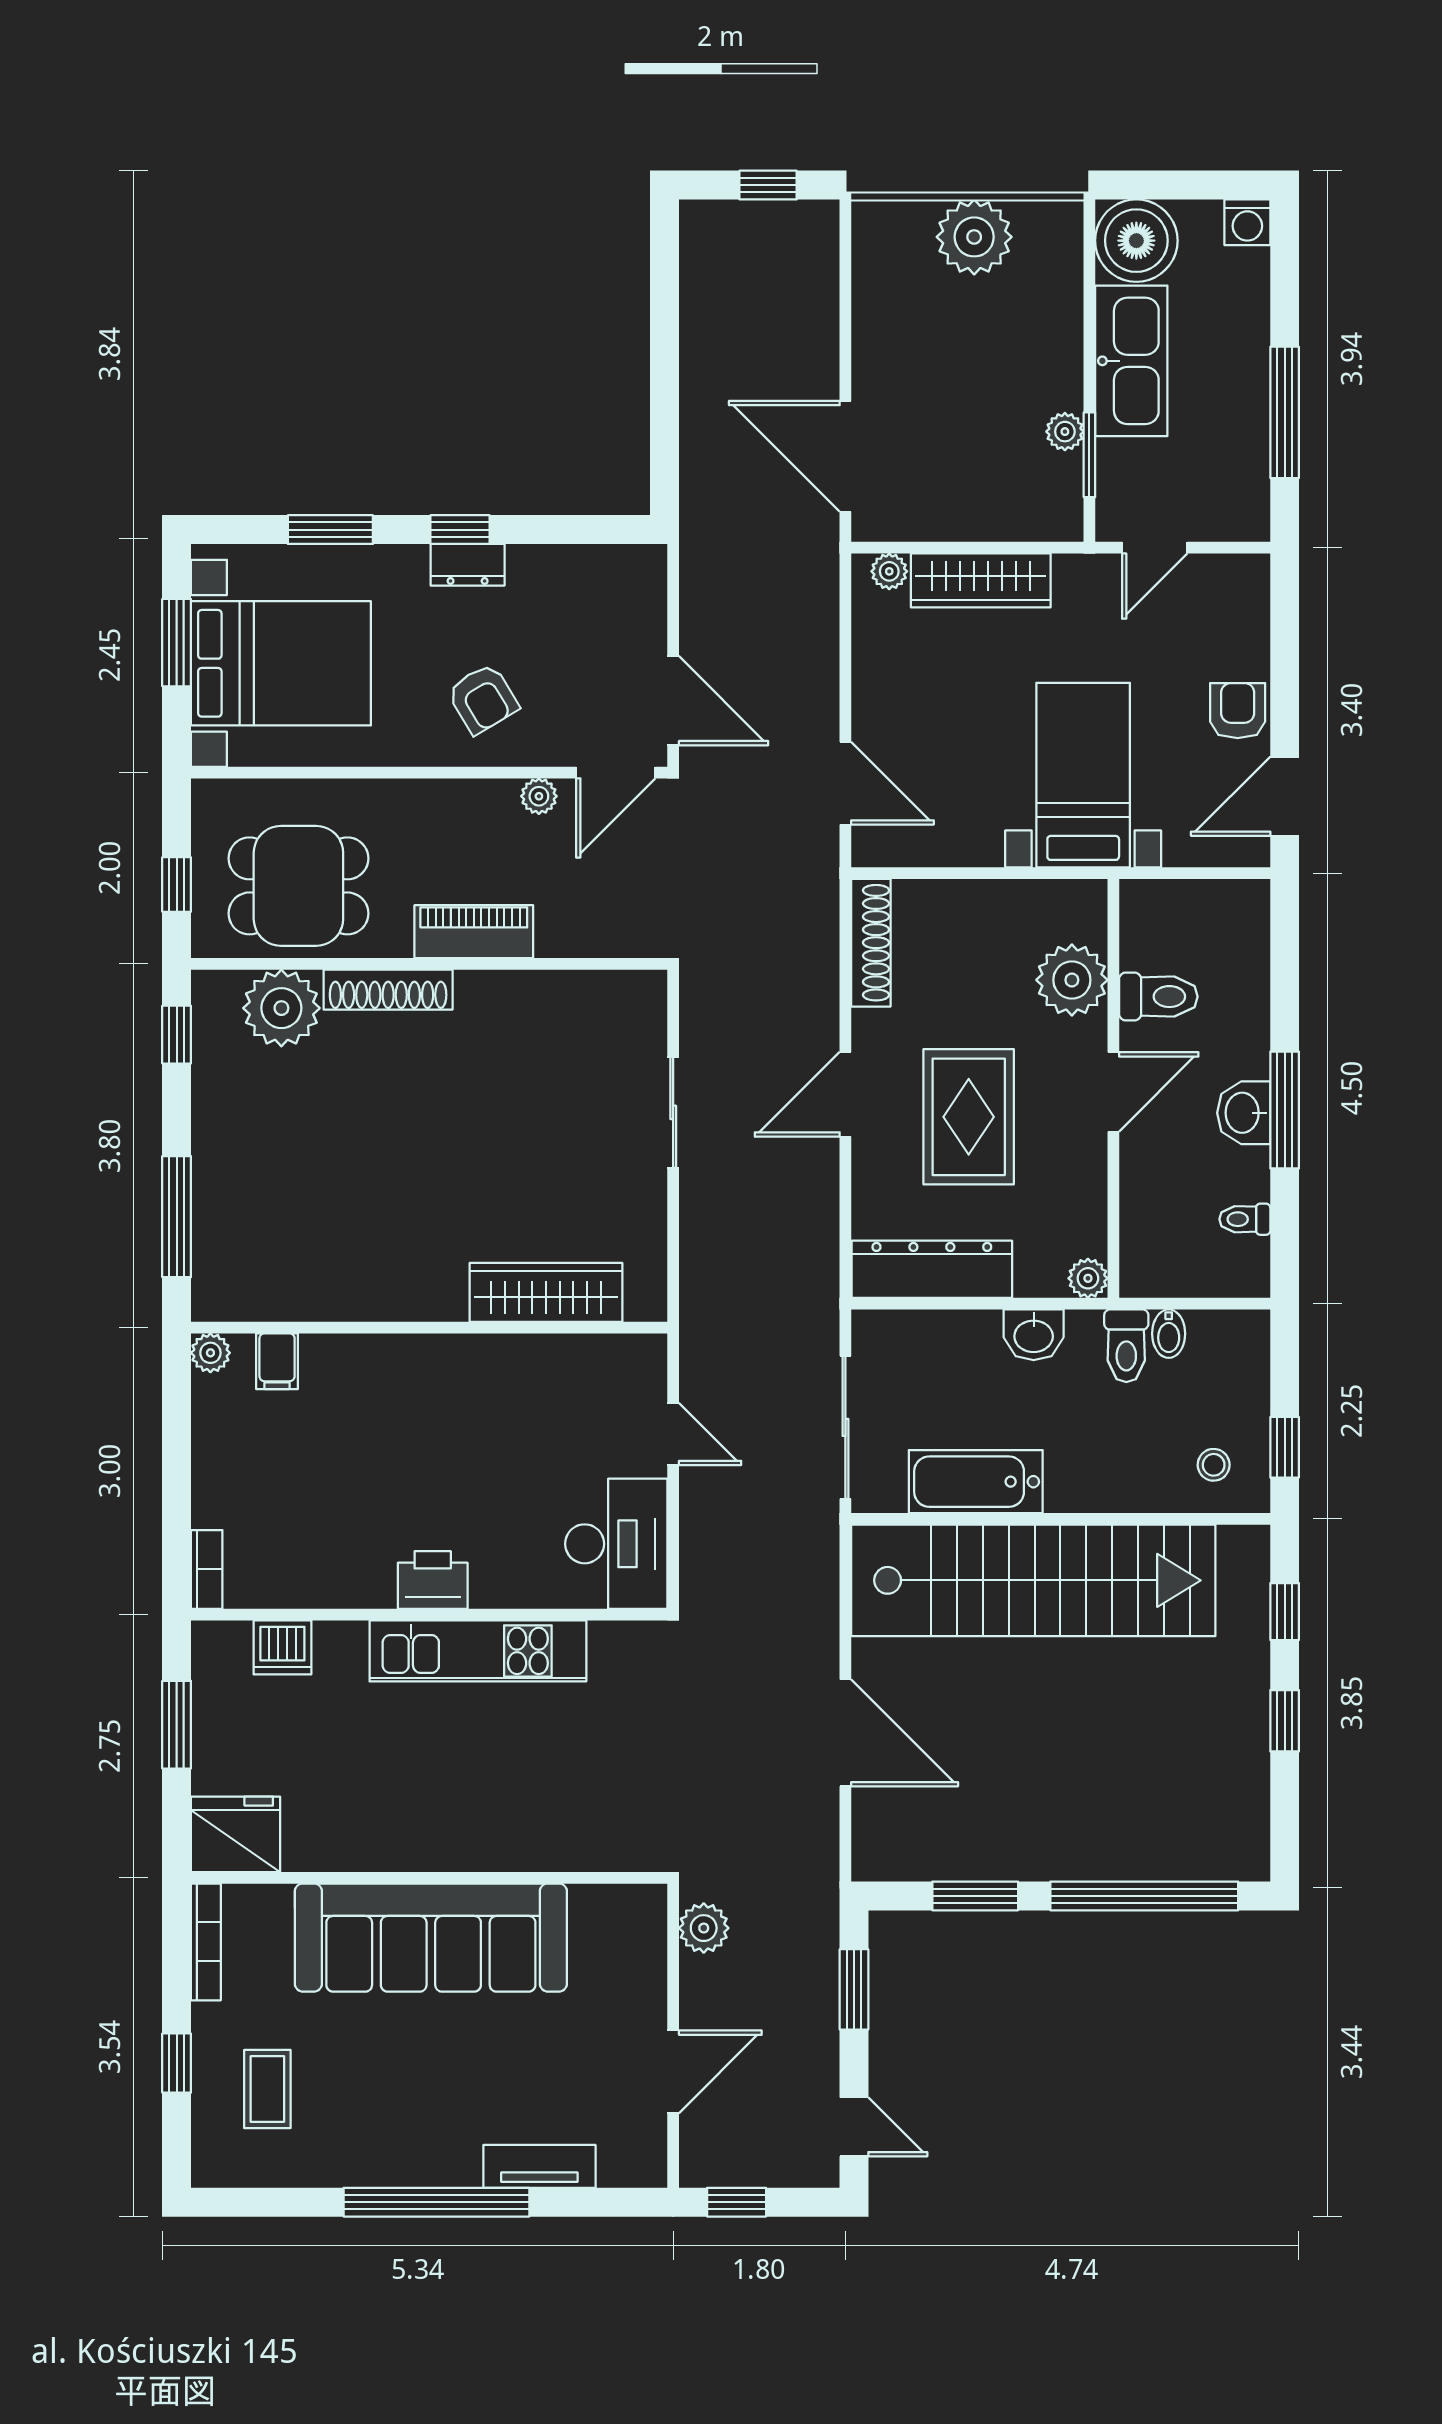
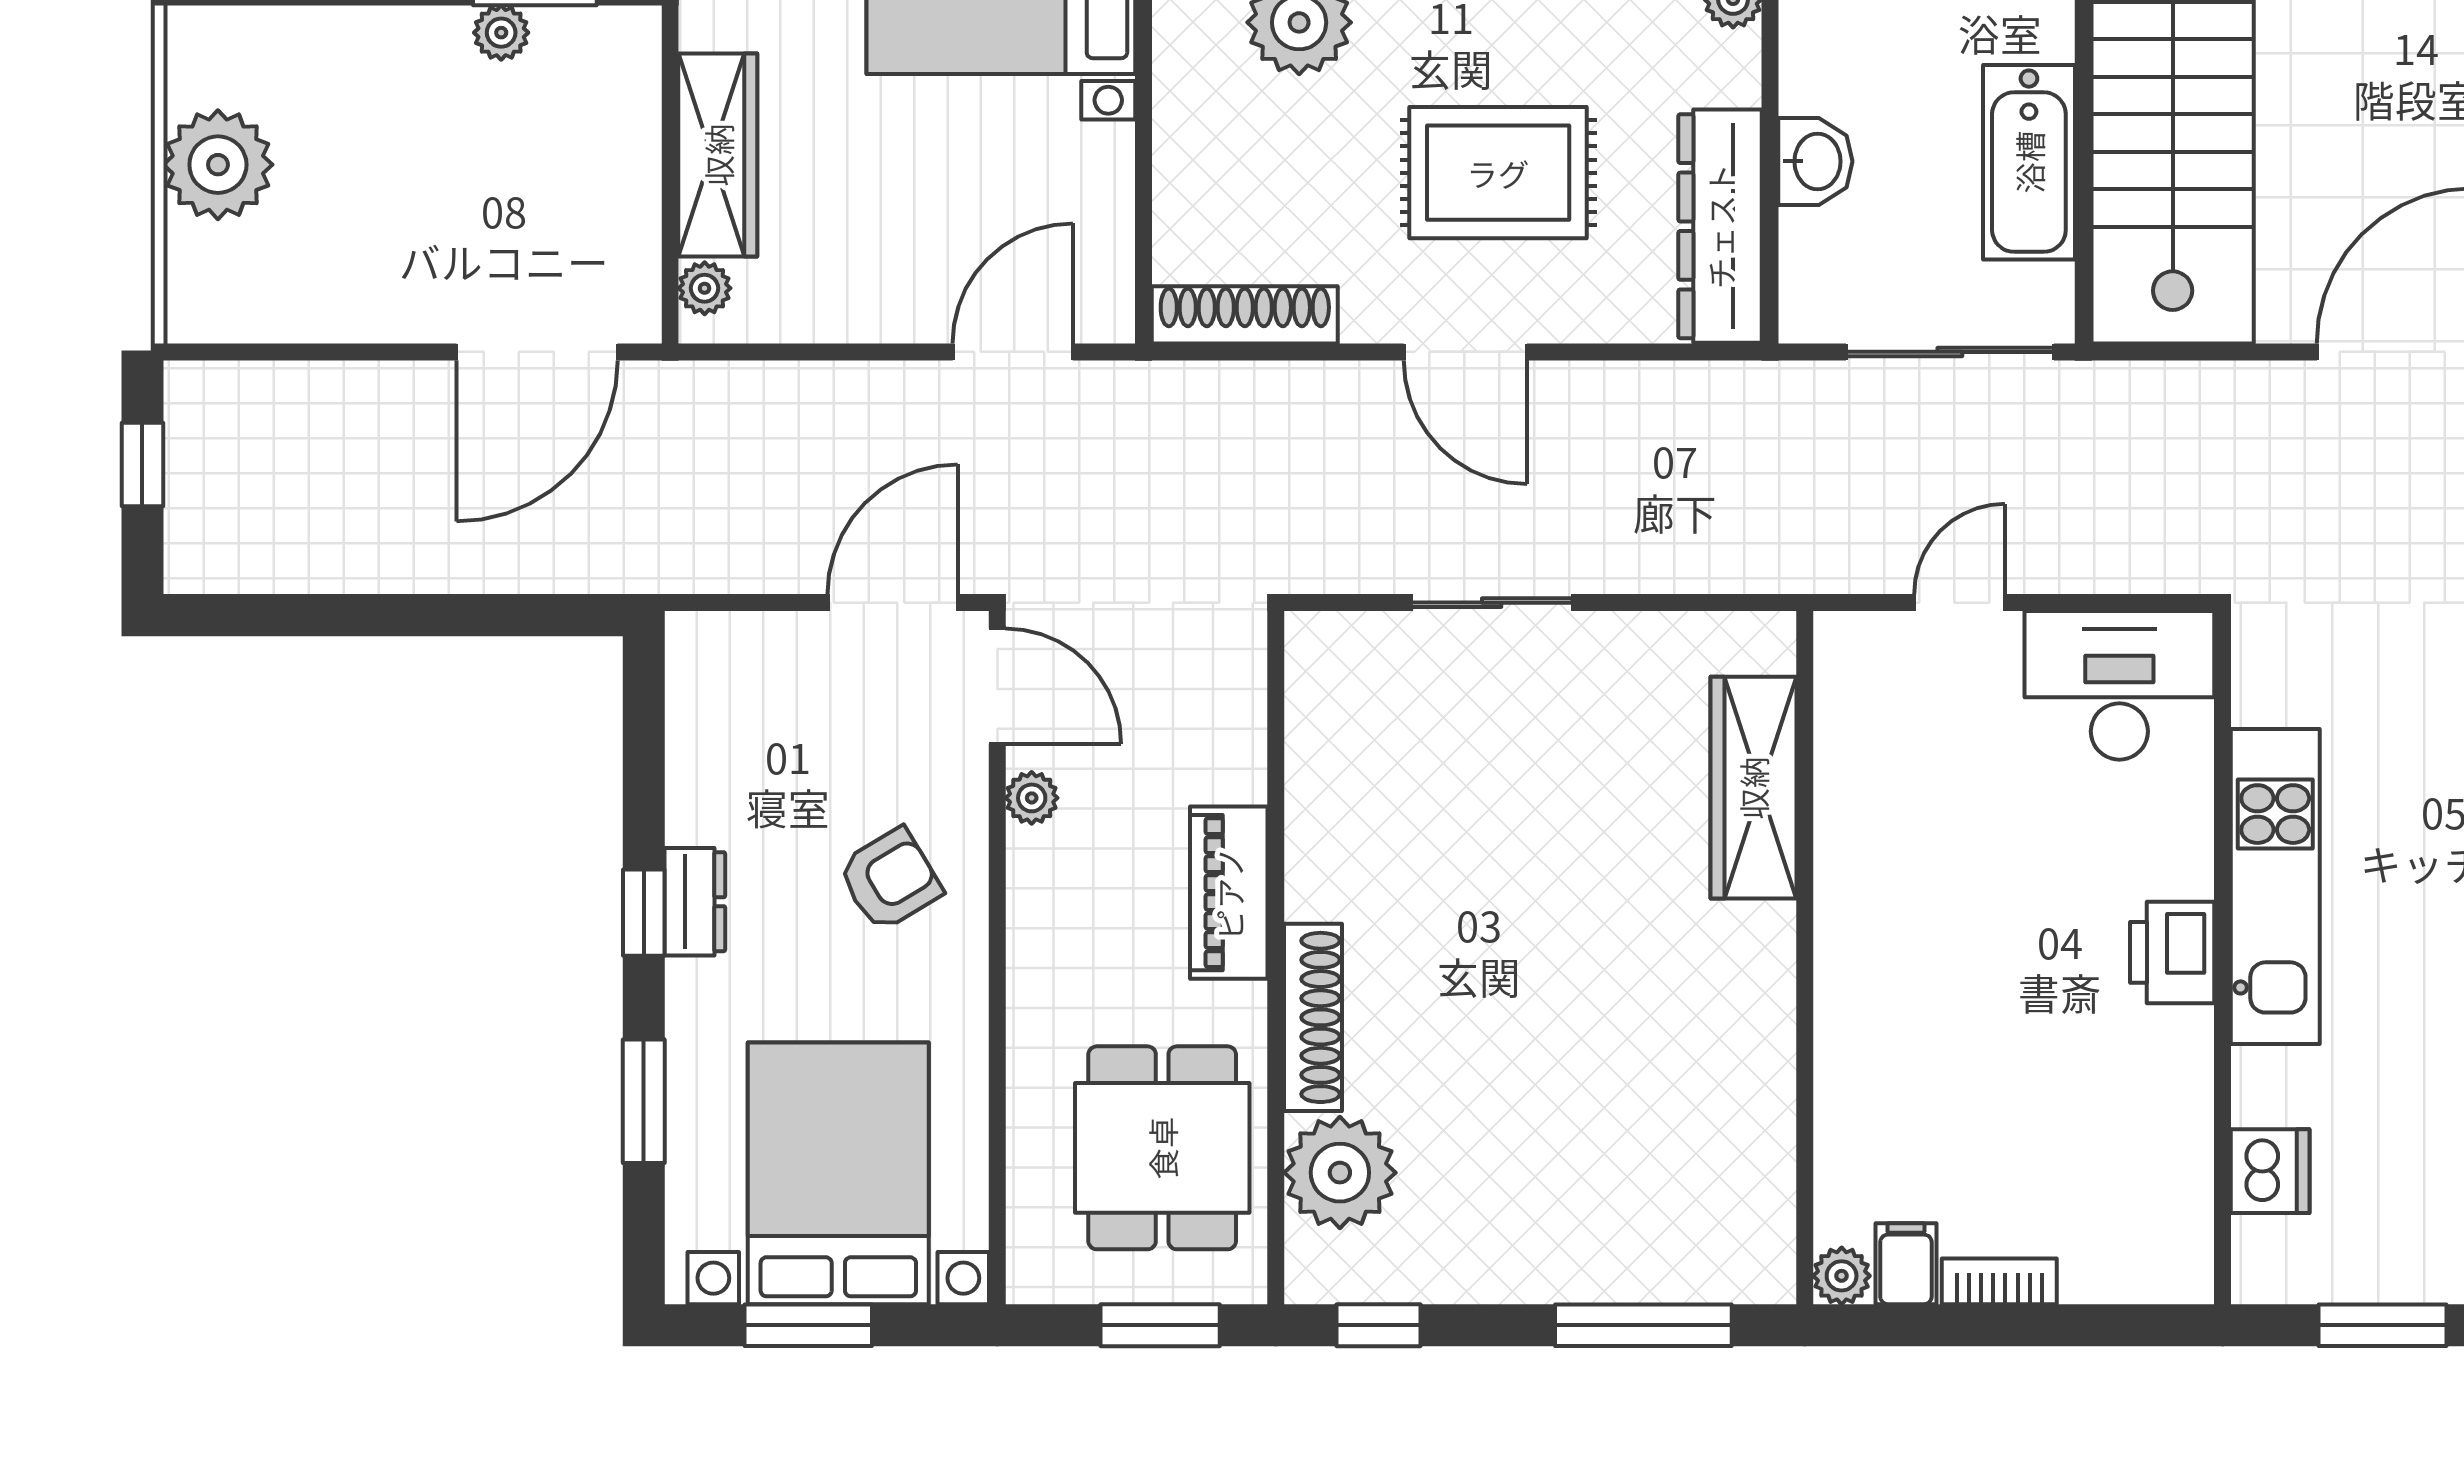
window: (177, 885) -> (1160, 1325), width x1.50
washbasin: (1034, 1335) -> (1815, 161), moved
filing cabinet: (277, 1361) -> (1906, 1264), moved, turned -90
bookcase: (207, 1569) -> (1999, 1281), moved

